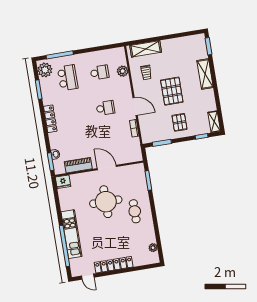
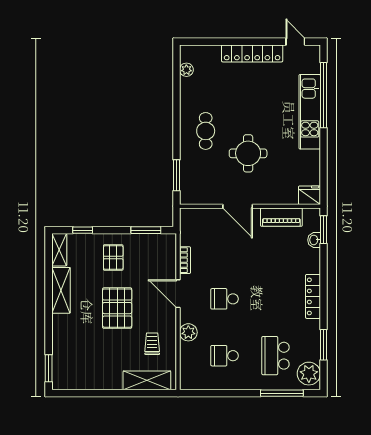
plant: (123, 71) -> (188, 332), moved
shelving: (205, 74) -> (61, 290), moved
round table: (106, 202) -> (248, 153), width x0.73, depth x0.73

